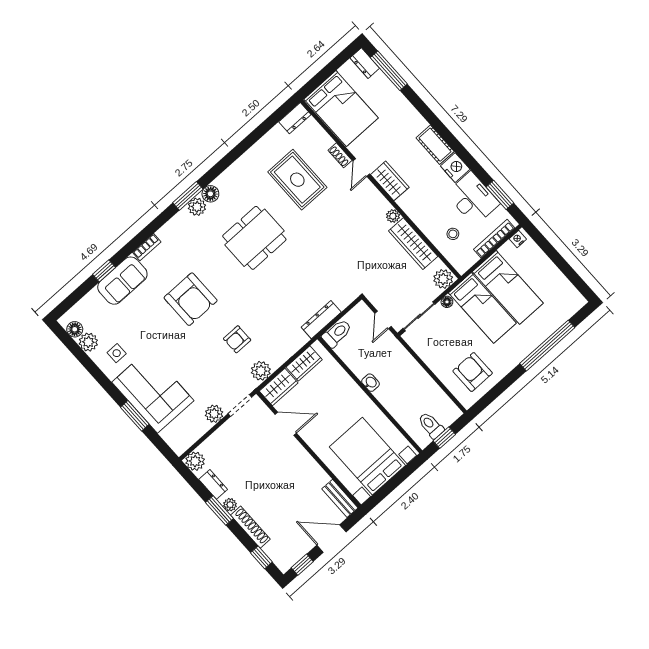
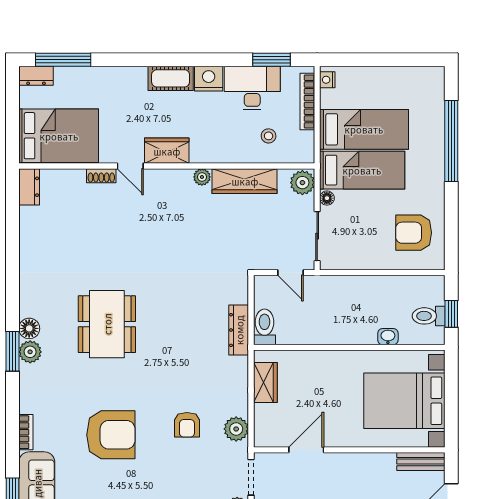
rug: (297, 180) -> (88, 236), removed
washbasin: (370, 383) -> (388, 337), moved
wardrobe: (279, 387) -> (266, 426), removed

